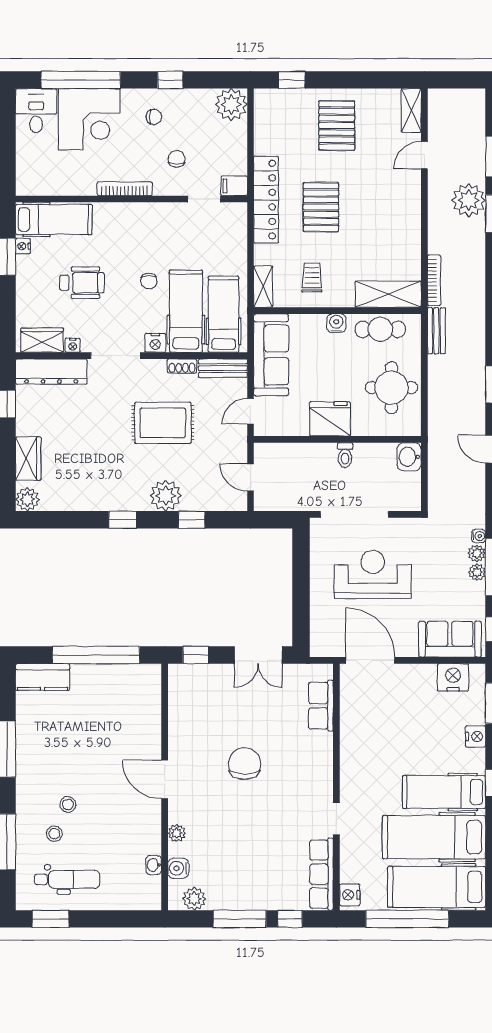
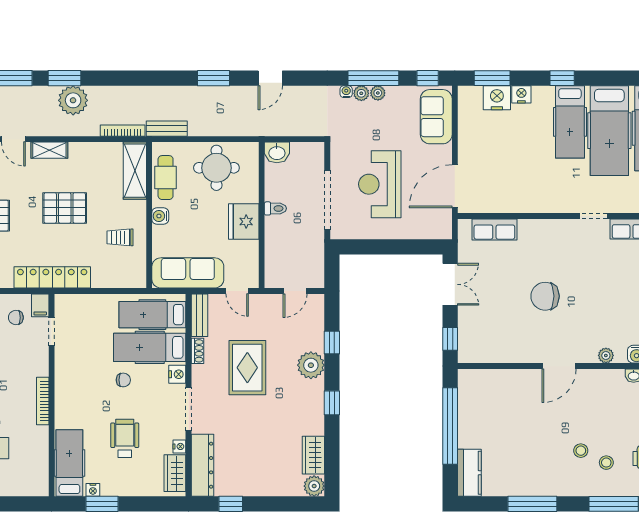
chair: (177, 159) -> (16, 318), moved
plant: (469, 200) -> (73, 100), moved
pallet: (321, 207) -> (65, 208), moved
shelving: (263, 287) -> (49, 150), moved
wardrobe: (28, 459) -> (313, 455), moved, turned -90
nightstand: (453, 677) -> (497, 98), moved, turned 90

